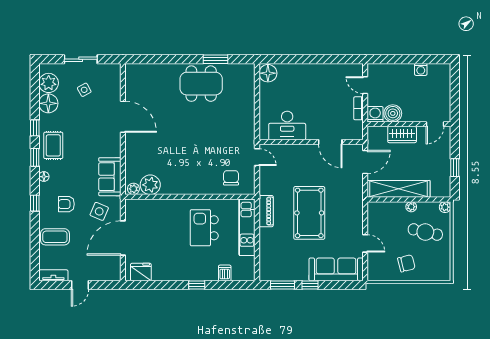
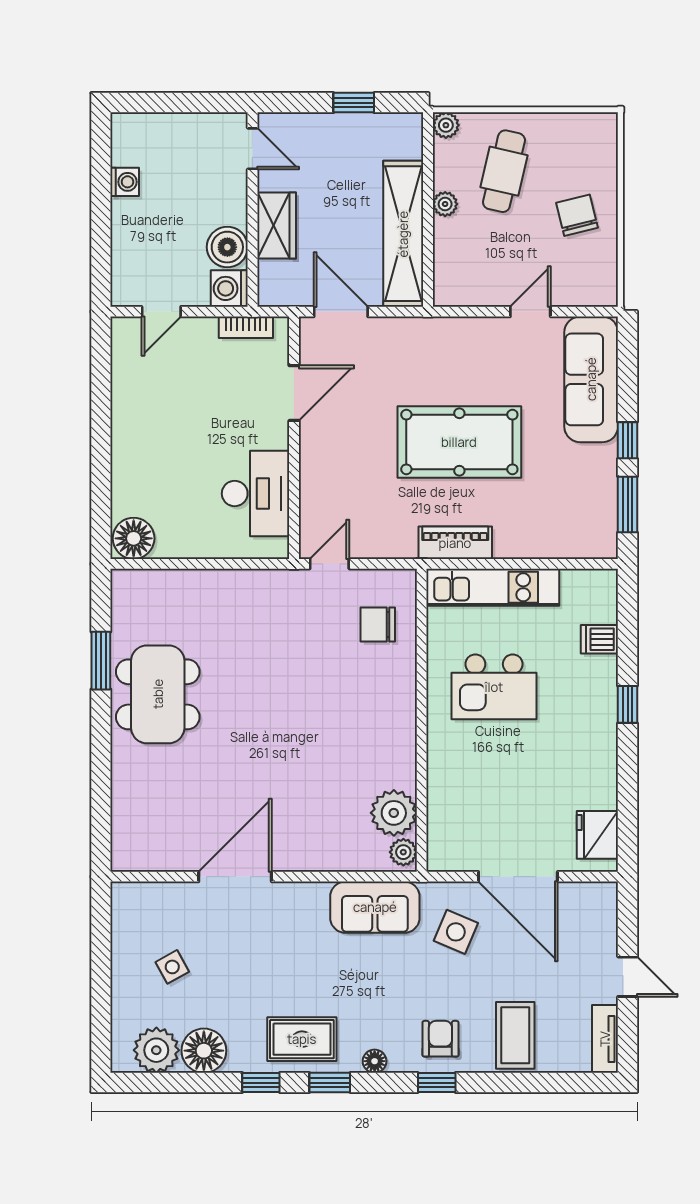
sliding door: (81, 59) -> (101, 975), removed
bookcase: (358, 108) -> (246, 327), moved
armchair: (66, 204) -> (440, 1039), moved, turned 180

